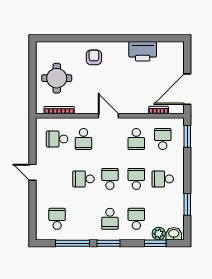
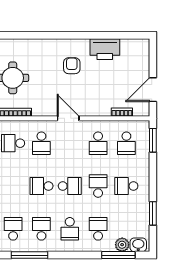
armchair: (94, 57) -> (72, 66), moved
door: (187, 89) -> (153, 90), width x0.73
school desk: (163, 139) -> (126, 143), turned 180
school desk: (110, 179) -> (70, 186), turned 90
school desk: (84, 219) -> (41, 229), added
window: (108, 243) -> (68, 255), removed
window: (155, 243) -> (118, 255), width x1.44

